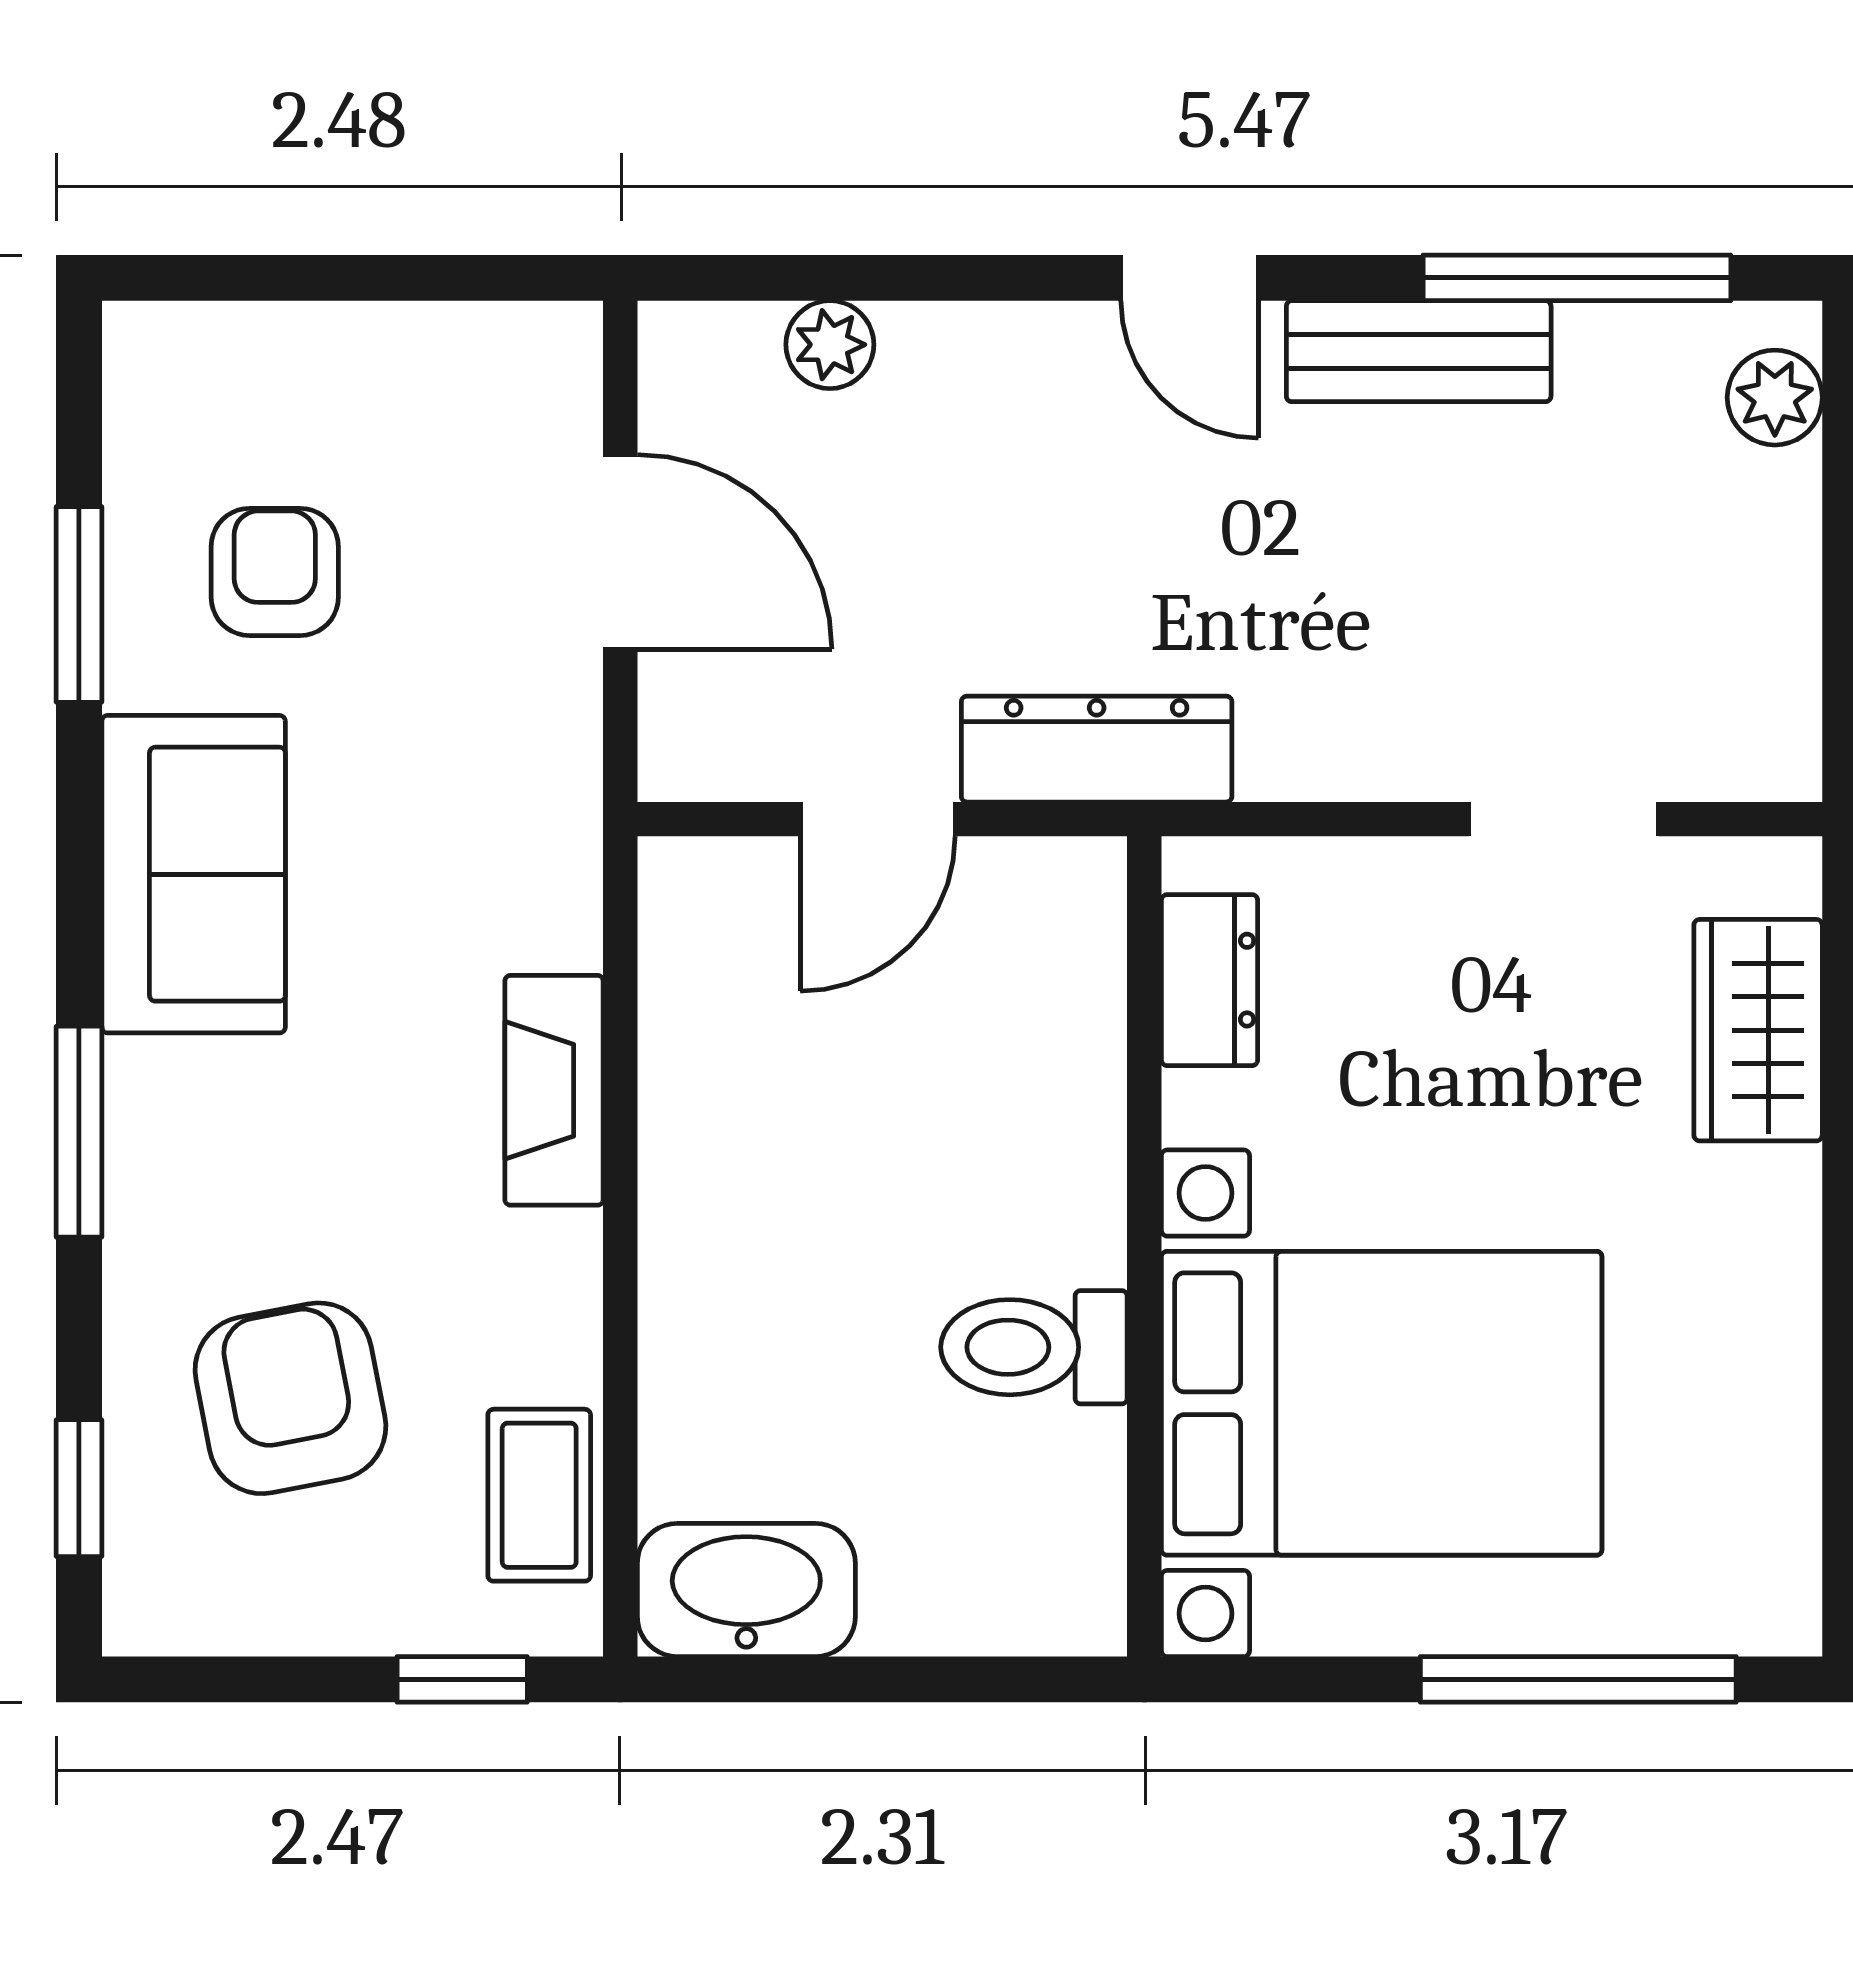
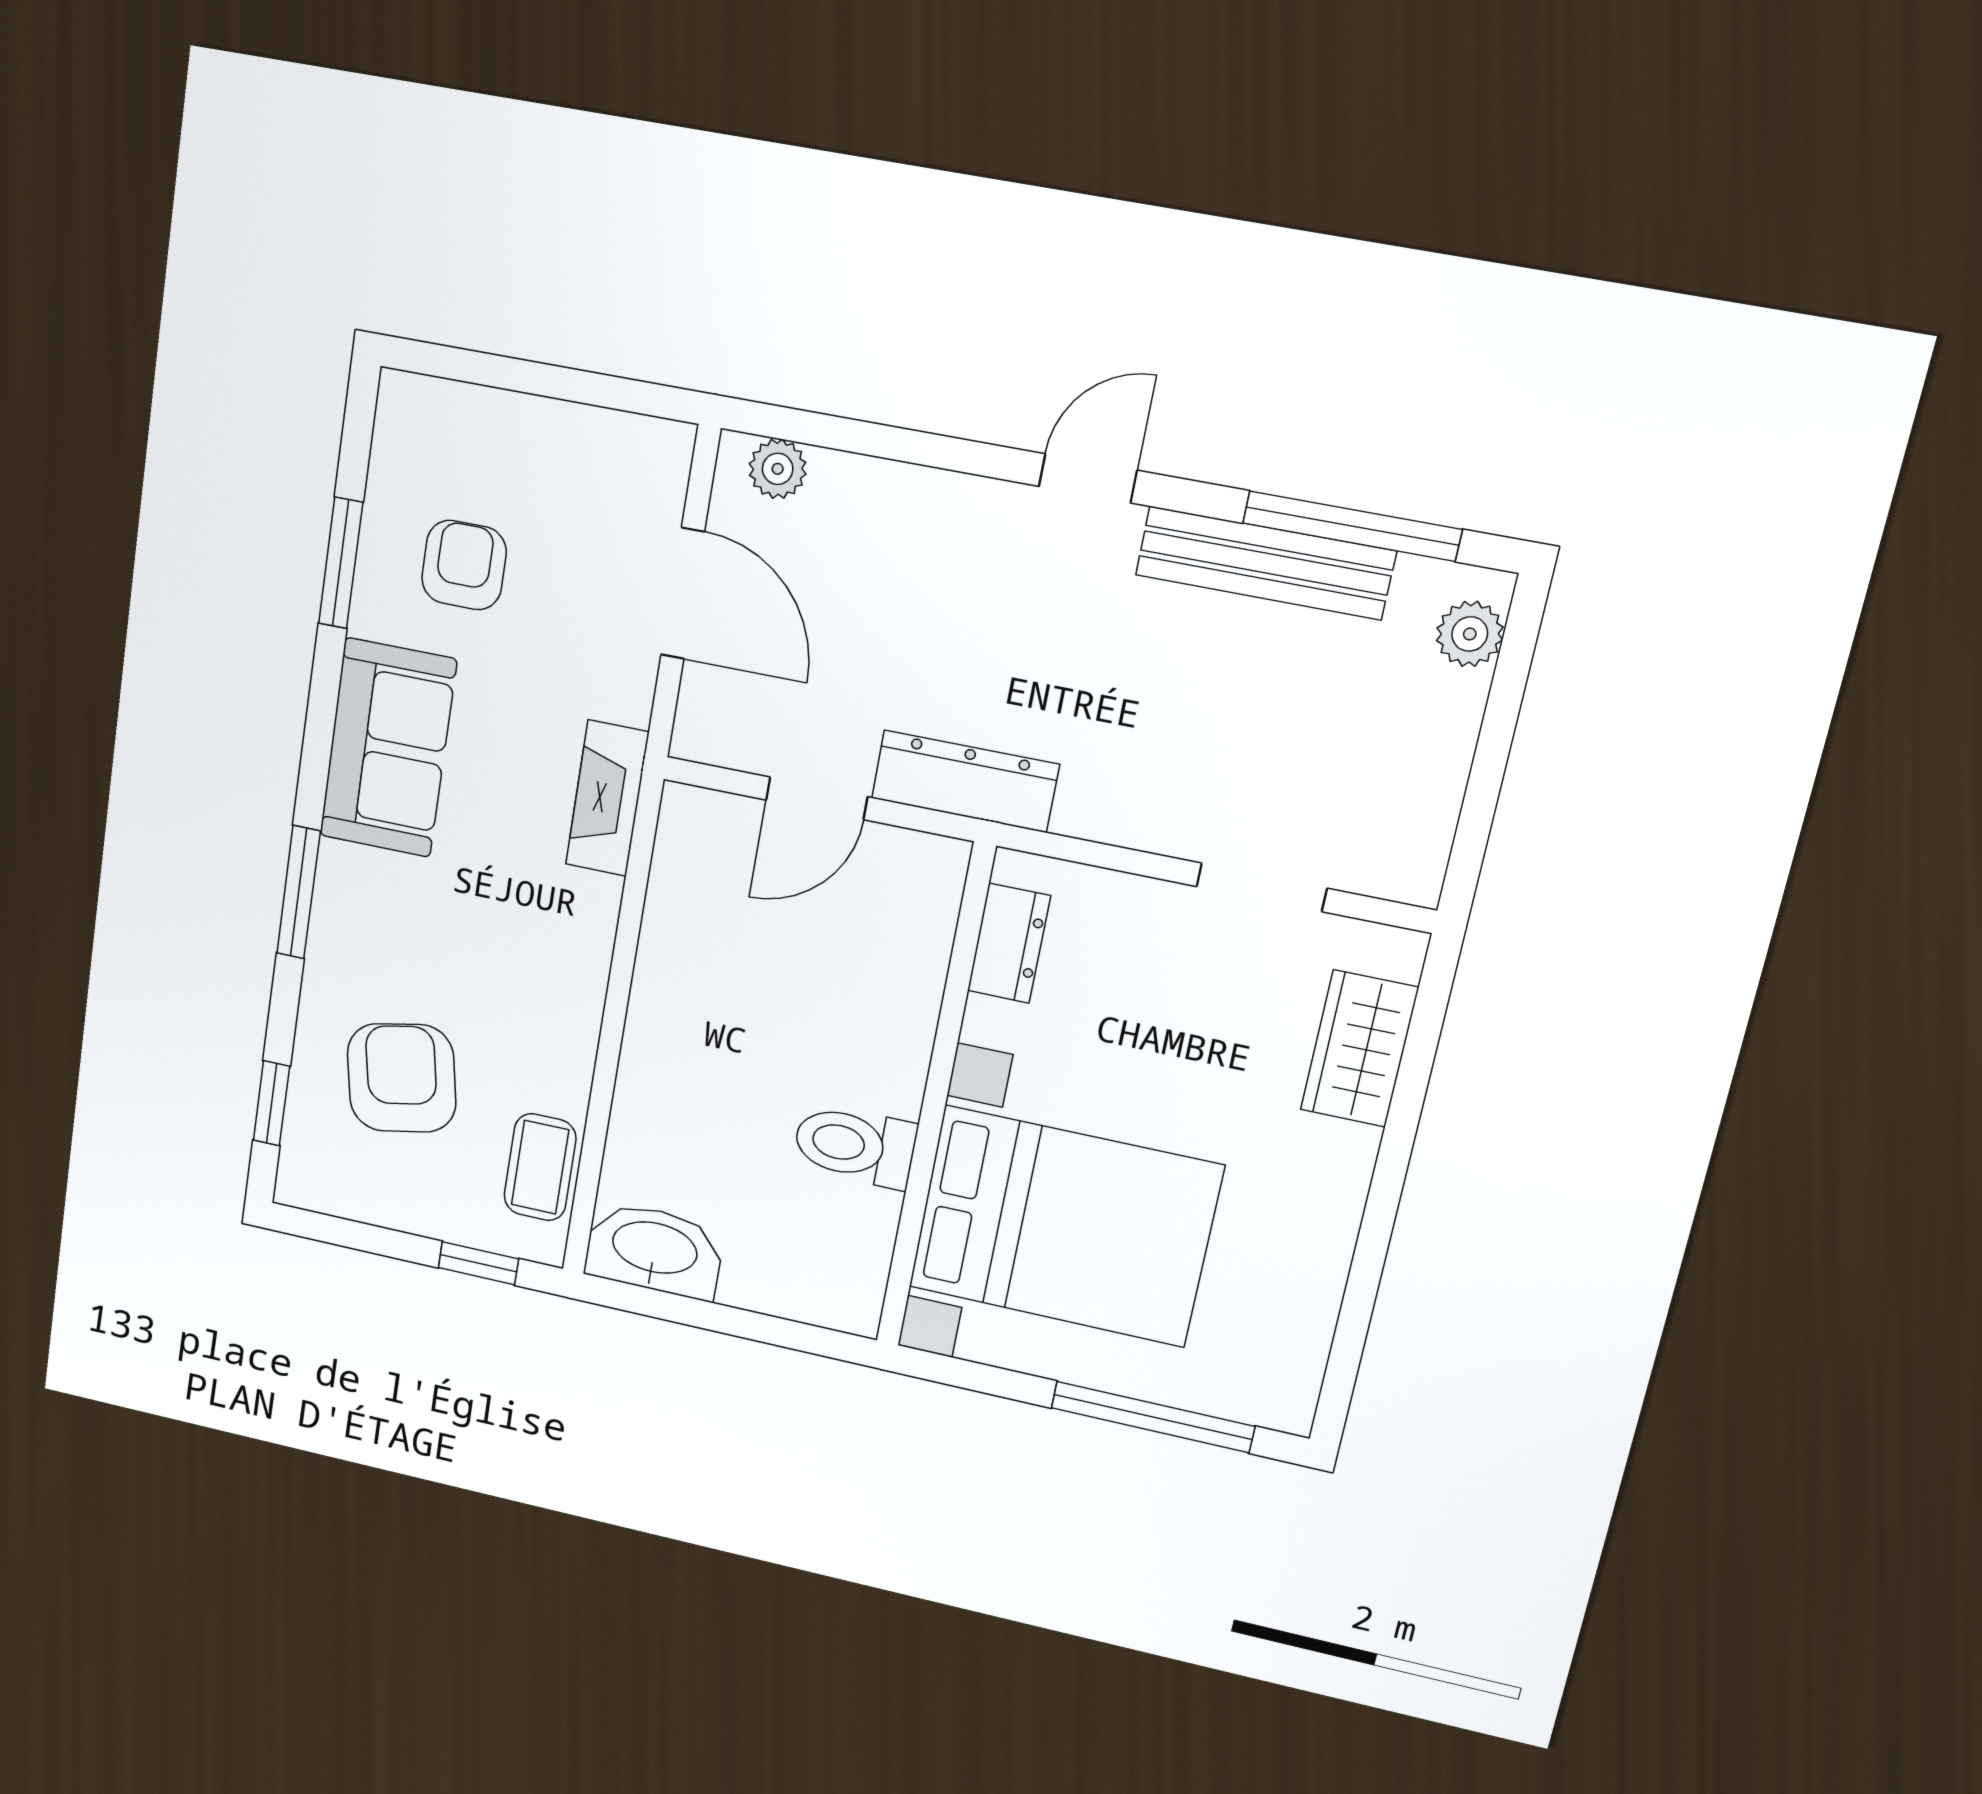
door: (1190, 278) -> (1088, 478), swing flipped
plant: (830, 345) -> (778, 469), moved
bench: (1419, 351) -> (1265, 563), width x1.36
fireplace: (554, 1090) -> (607, 798), moved

